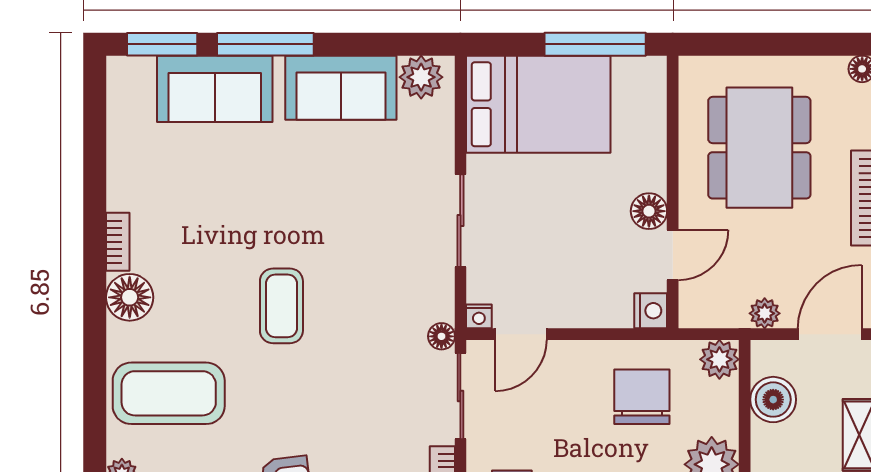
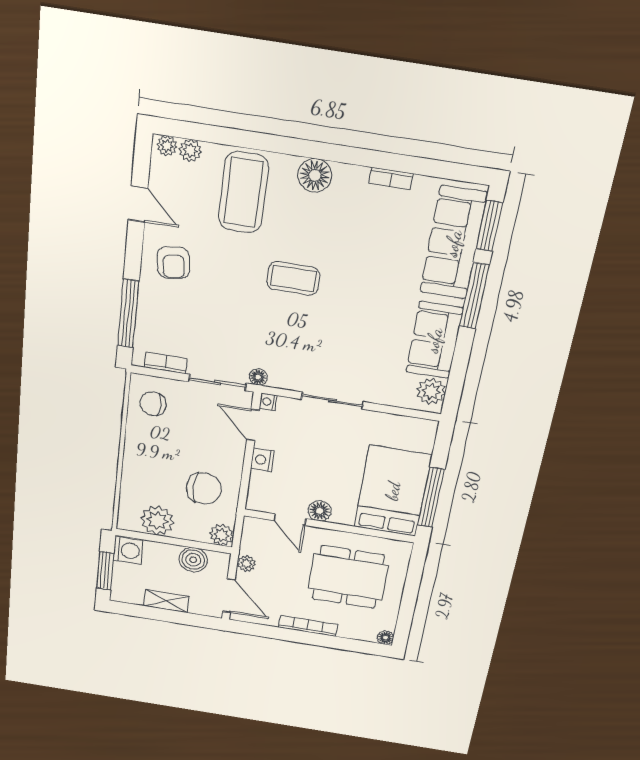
sofa: (215, 89) -> (453, 243), width x1.36
bed: (538, 104) -> (393, 491), moved, turned 180
bookcase: (118, 242) -> (391, 178), moved
nightstand: (651, 311) -> (262, 460), moved, turned 90

